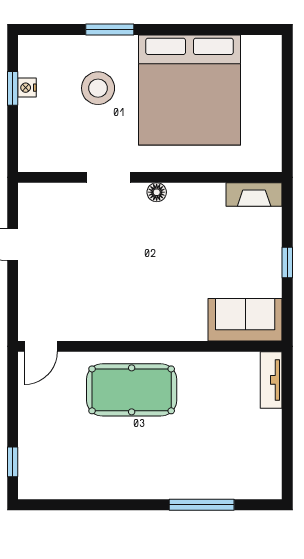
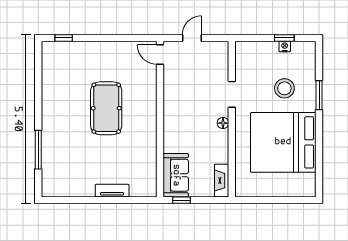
sofa: (245, 320) -> (176, 175), moved
door: (41, 346) -> (160, 54), moved
wall: (150, 346) -> (160, 119), moved

